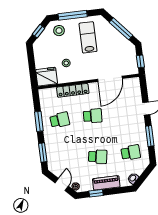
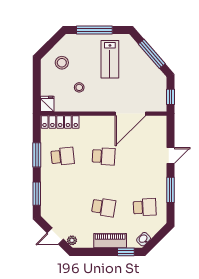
window: (39, 31) -> (50, 44), removed
stool: (59, 31) -> (62, 63), moved
lab bench: (88, 37) -> (110, 59), turned 180
fridge: (47, 77) -> (47, 104), width x0.53, depth x0.75
locker: (73, 90) -> (60, 122), moved
door: (62, 185) -> (55, 236), swing flipped
window: (96, 193) -> (126, 252), moved

